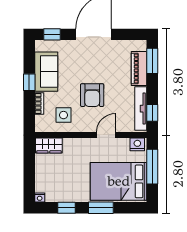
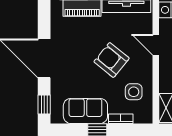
armchair: (92, 95) -> (112, 60), turned -141

